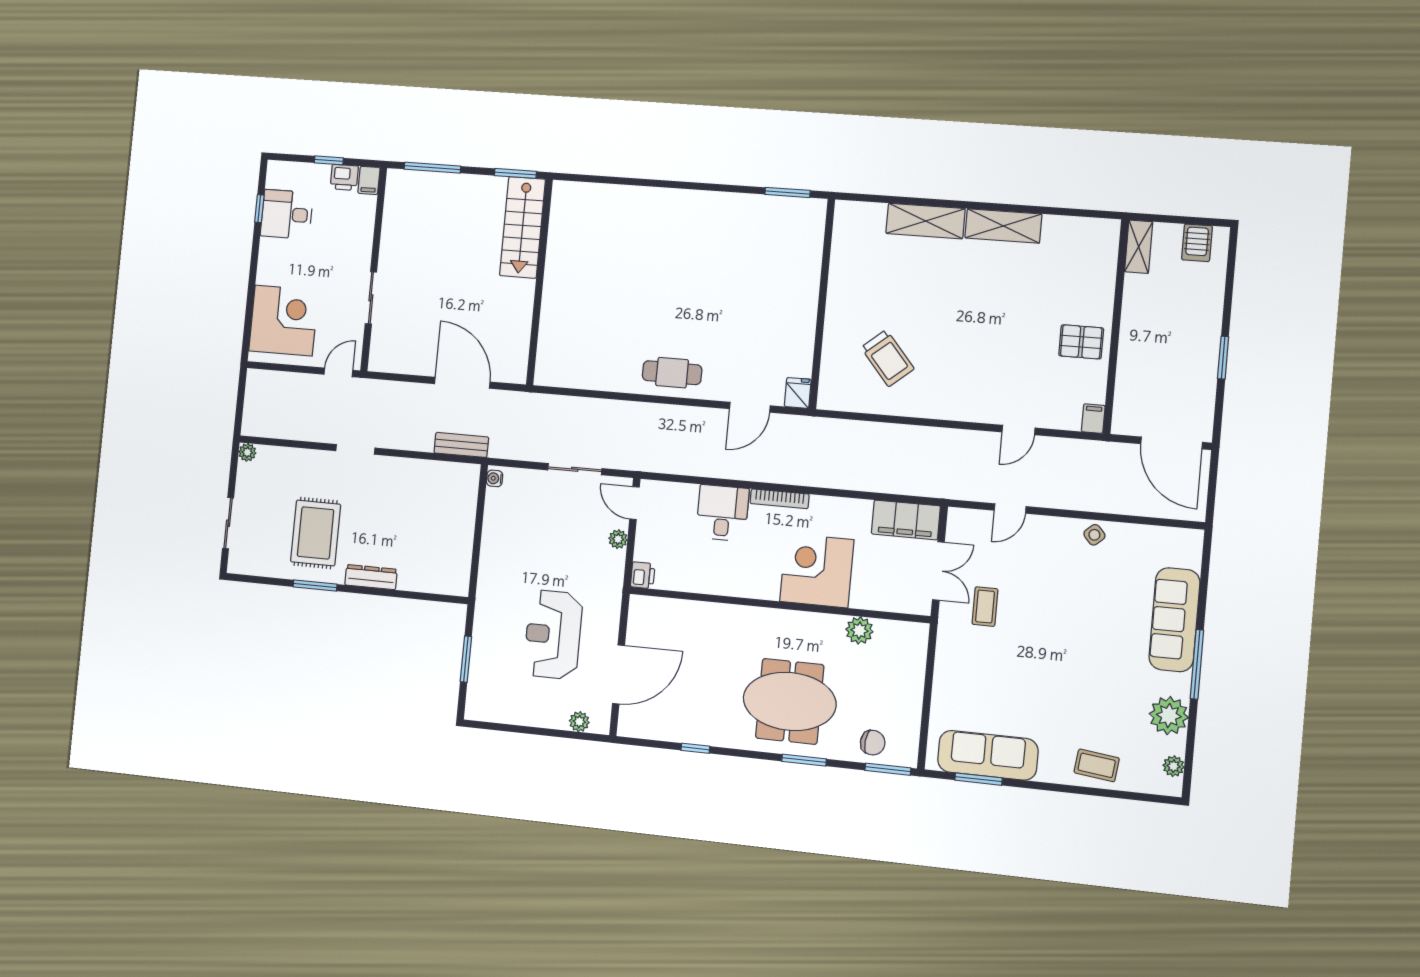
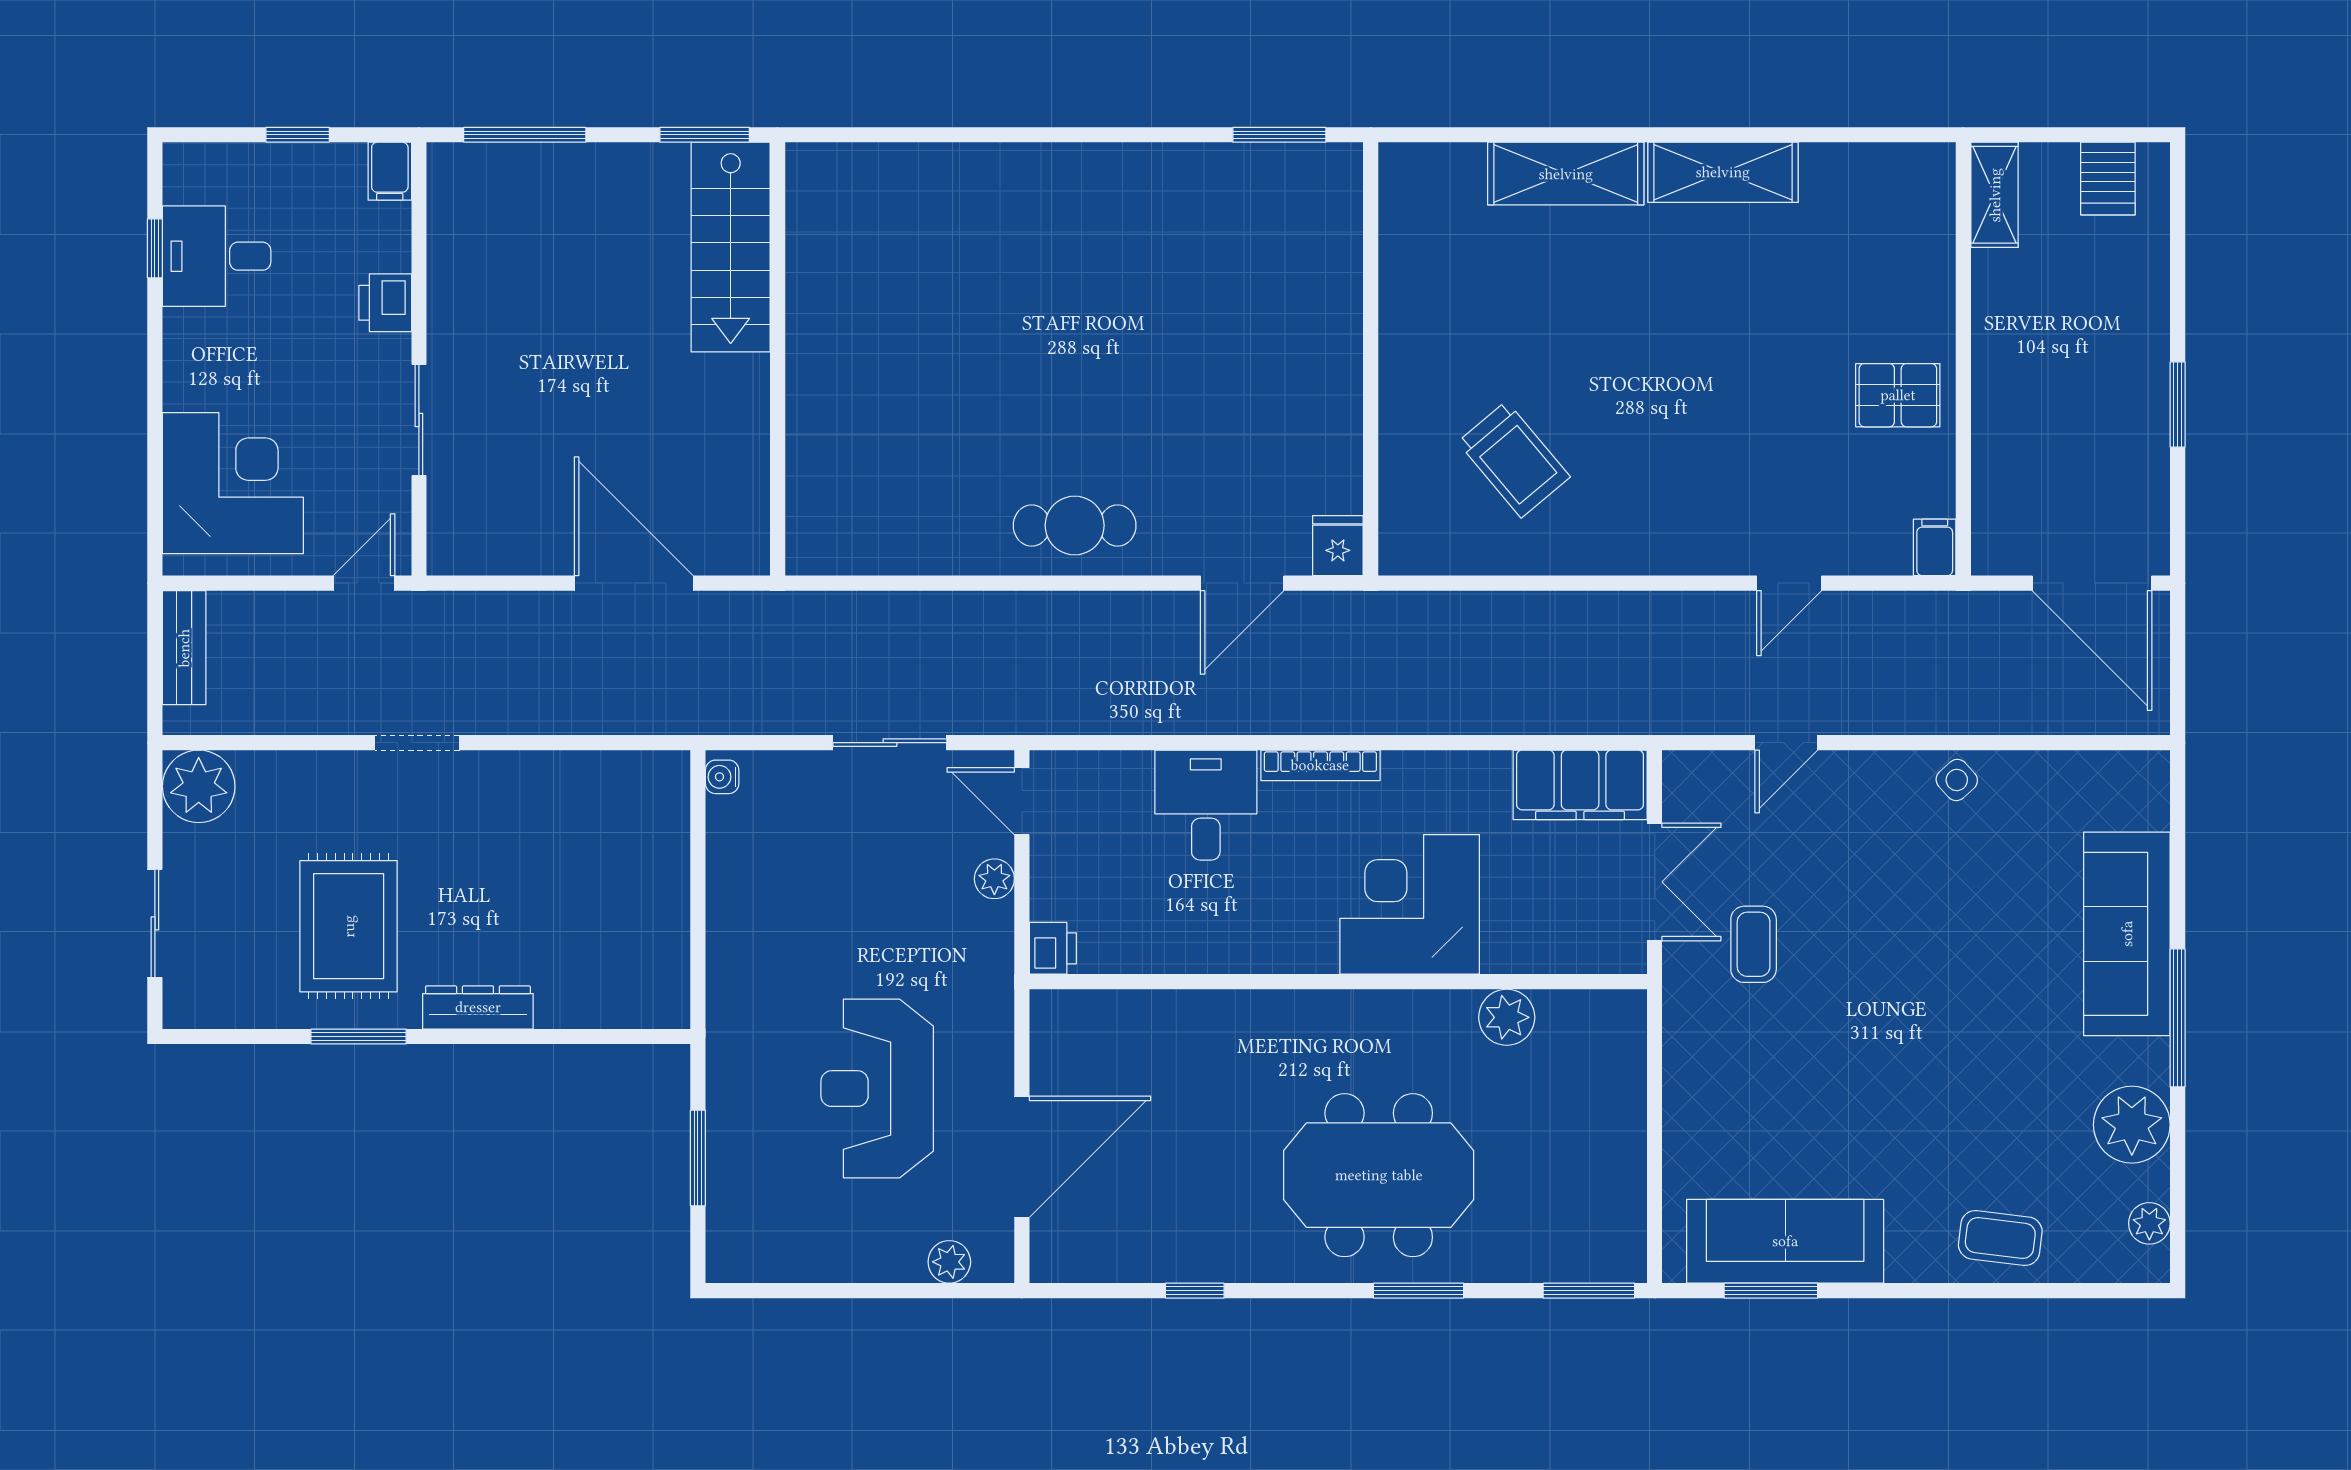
printer: (344, 177) -> (385, 303), moved, turned 90
bench: (461, 445) -> (184, 648), moved, turned 90
plant: (247, 452) -> (199, 786), width x1.88, depth x1.88
chair: (873, 743) -> (1554, 1240), removed

